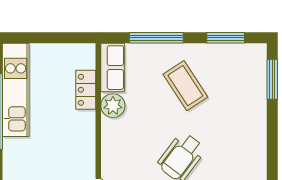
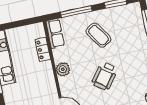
plant: (113, 106) -> (63, 69), moved

